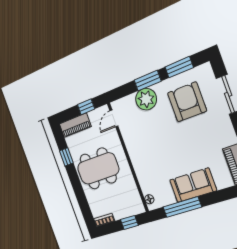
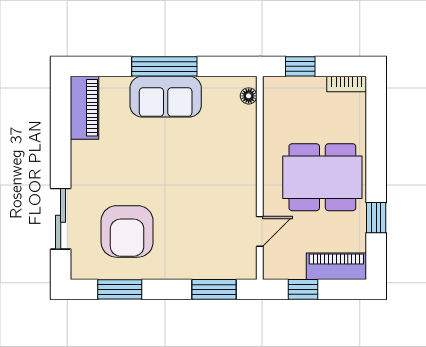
window: (148, 81) -> (214, 289), moved
plant: (146, 99) -> (192, 261), removed
door: (114, 118) -> (260, 231), moved
window: (182, 207) -> (164, 66), moved

